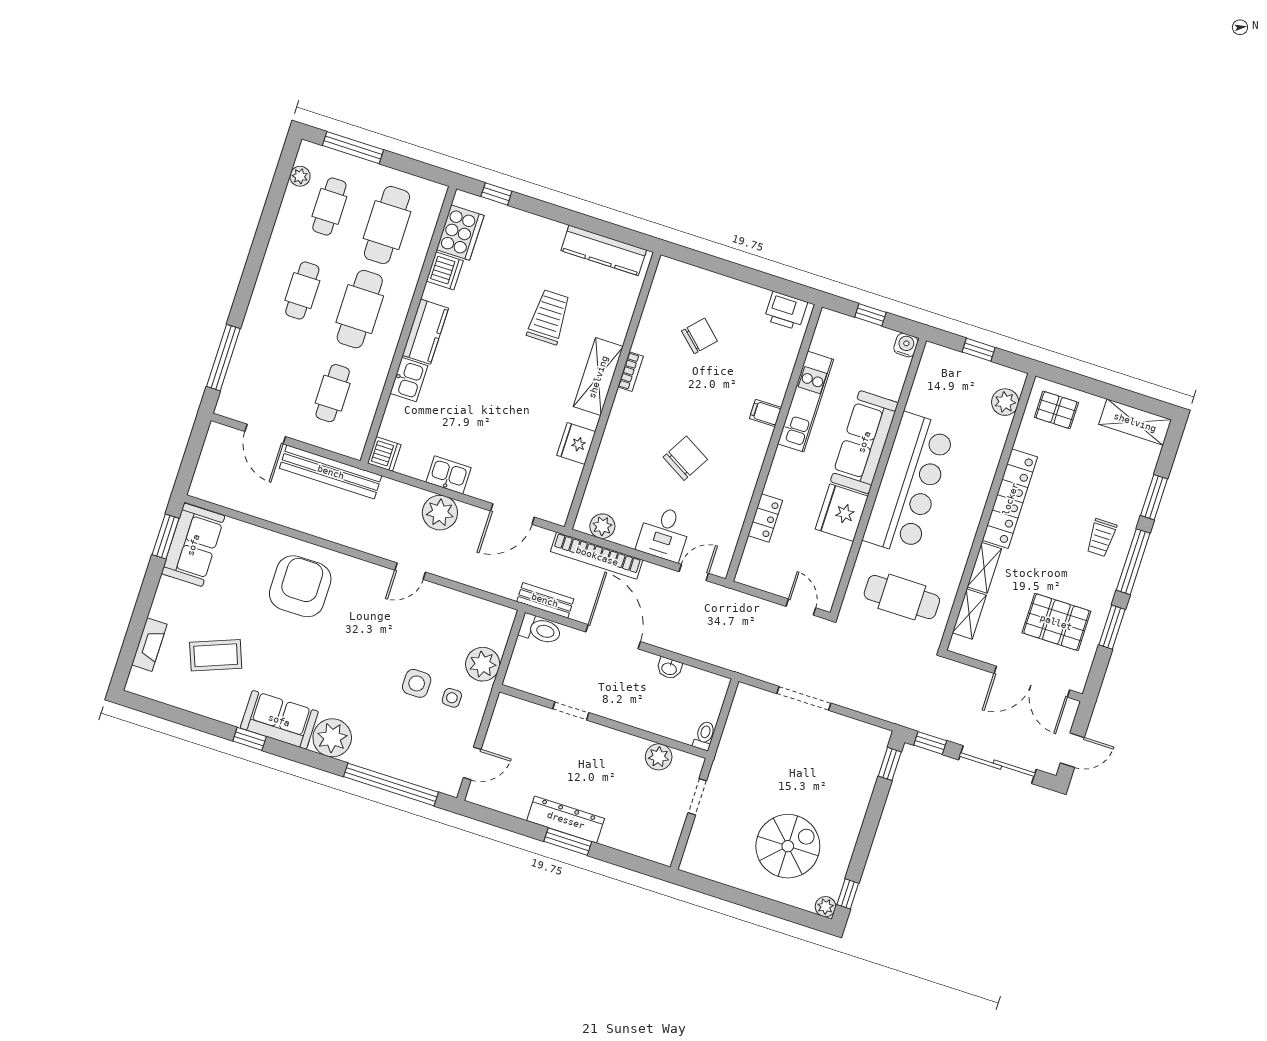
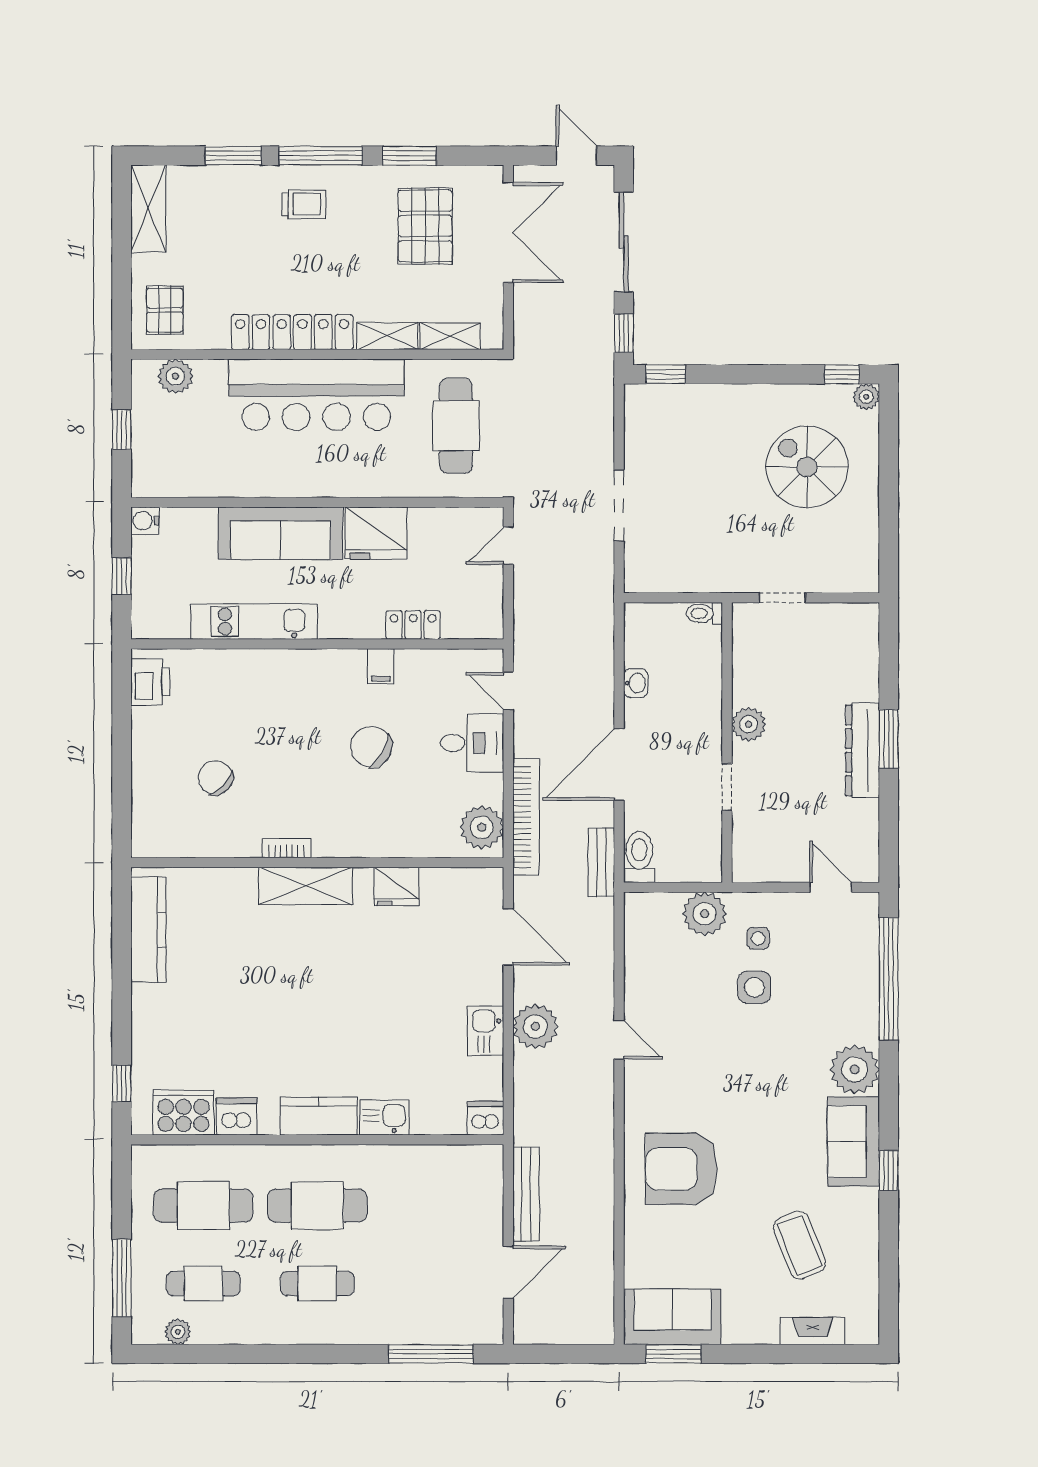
trolley: (549, 317) -> (252, 970), removed
cafe table: (333, 393) -> (431, 1206), removed
filing cabinet: (765, 413) -> (381, 666), moved
bench: (331, 472) -> (526, 1194), width x0.73, depth x0.82
bar counter: (909, 484) -> (316, 395), moved, turned 180
plant: (602, 526) -> (482, 827), width x1.36, depth x1.36
plant: (659, 757) -> (749, 724), moved

